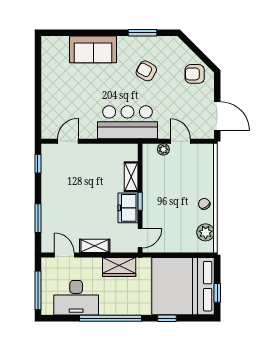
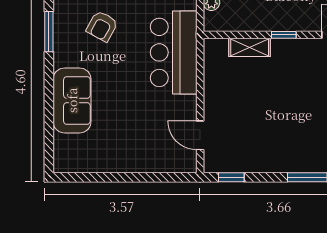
freezer: (128, 208) -> (293, 52), removed

